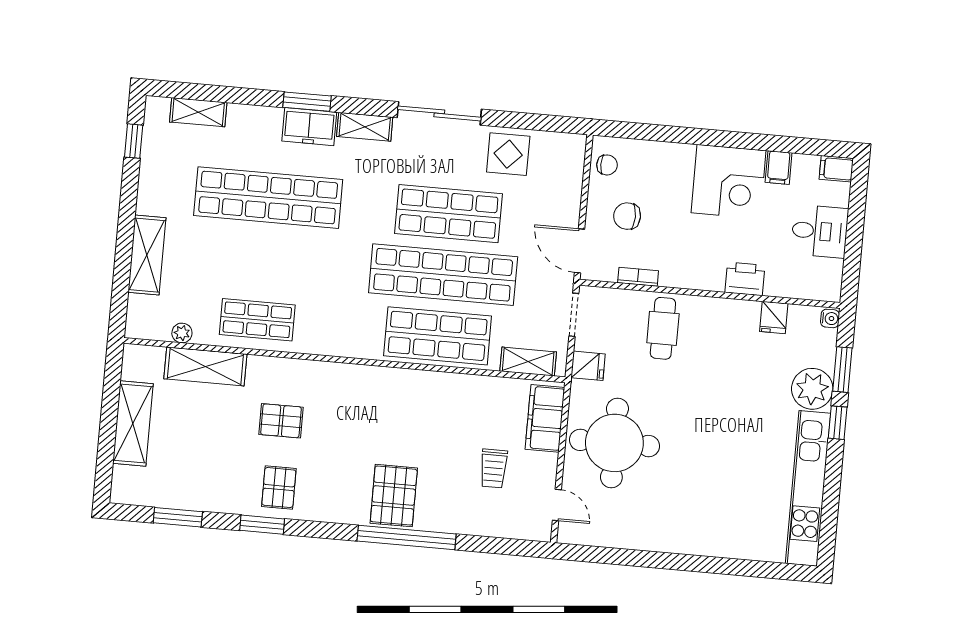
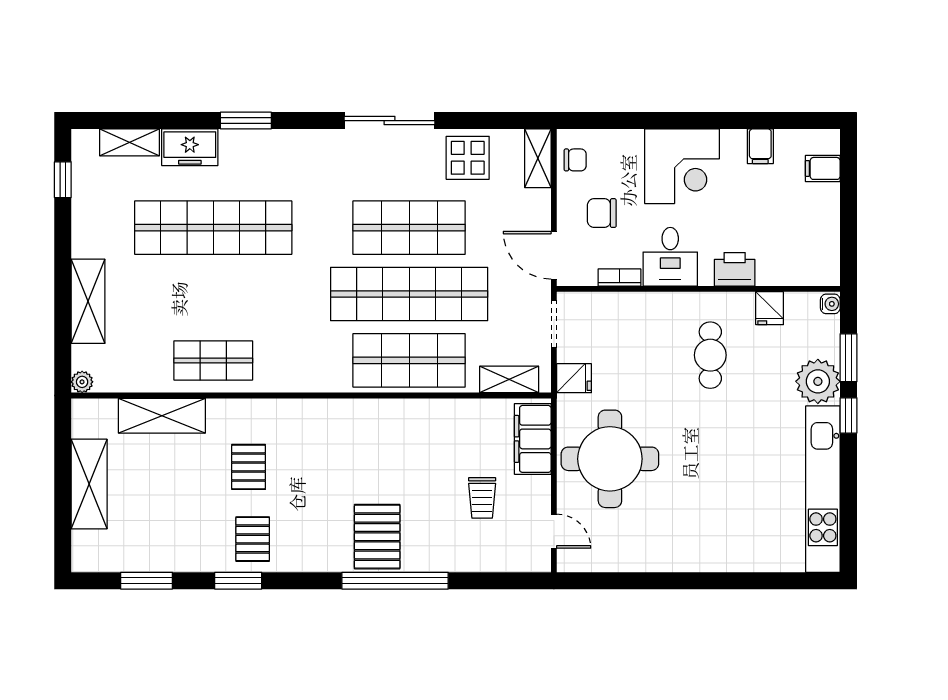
freezer: (309, 127) -> (190, 147), moved
shelving: (365, 127) -> (538, 158), moved, turned 90
filing cabinet: (836, 169) -> (823, 168), moved
corner desk: (729, 182) -> (682, 166), moved
desk: (820, 231) -> (670, 257), moved, turned 90
cafe table: (663, 328) -> (710, 355), moved
plant: (182, 333) -> (82, 382), moved
pallet: (281, 421) -> (249, 467), turned 90

